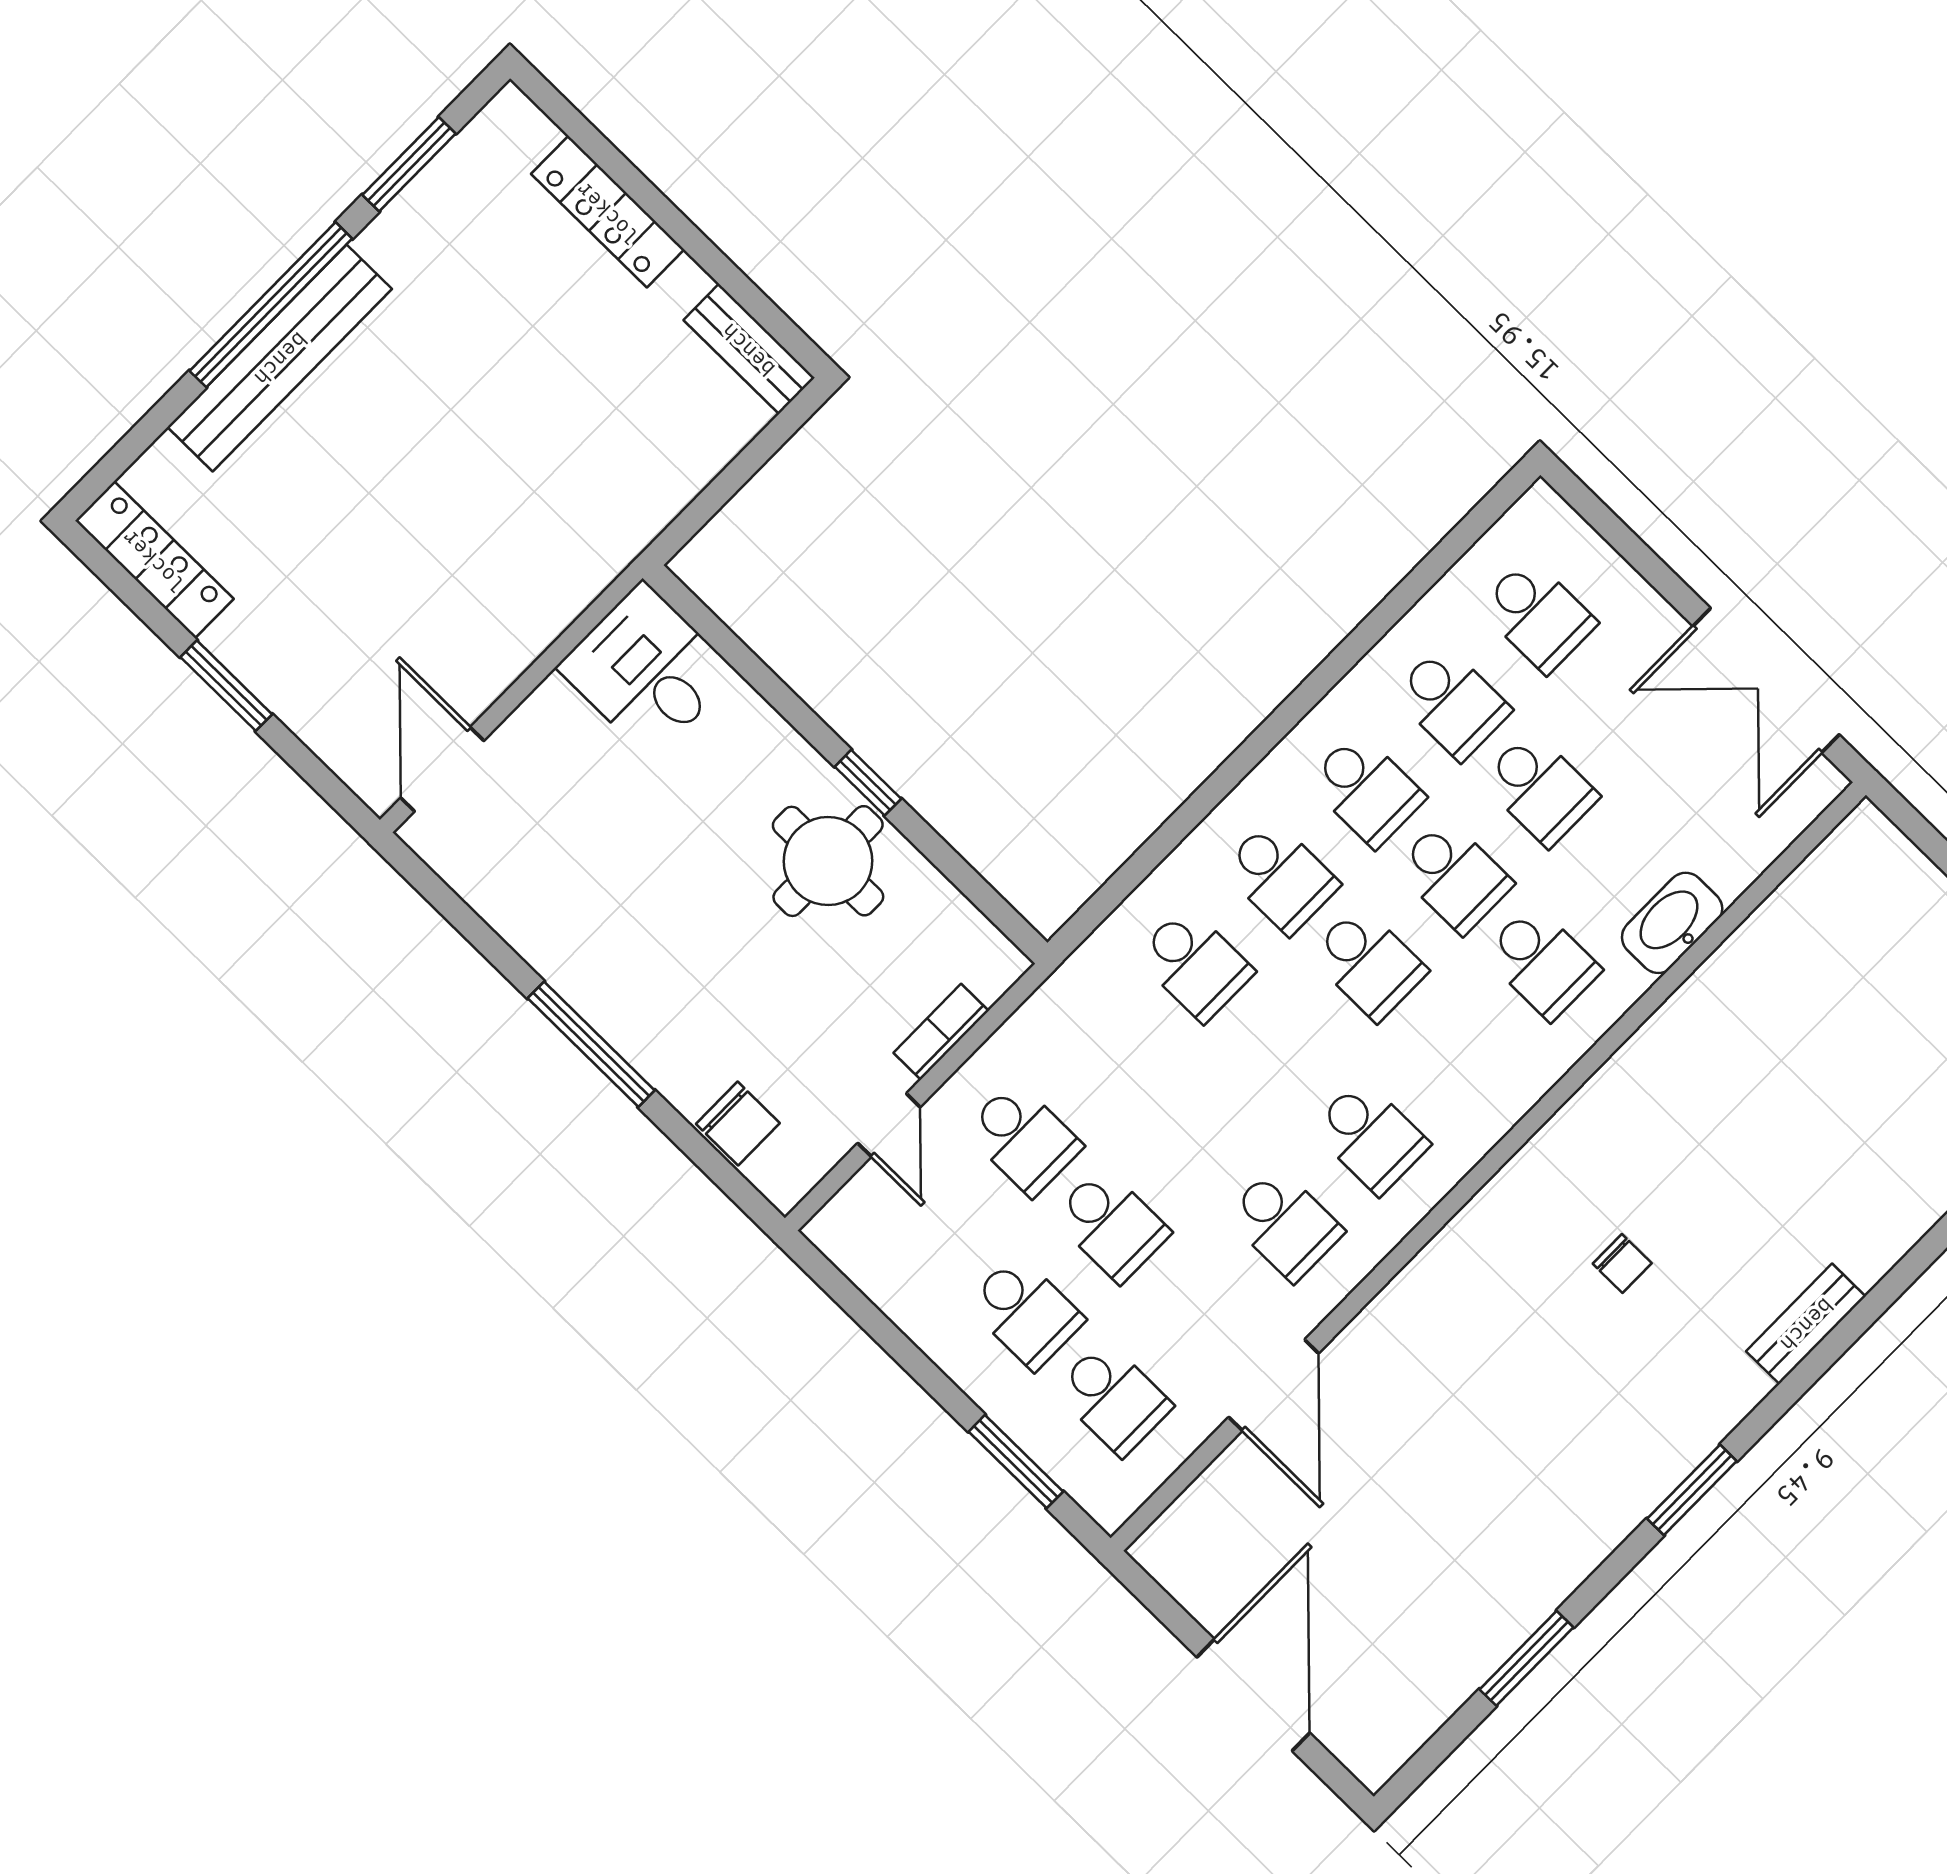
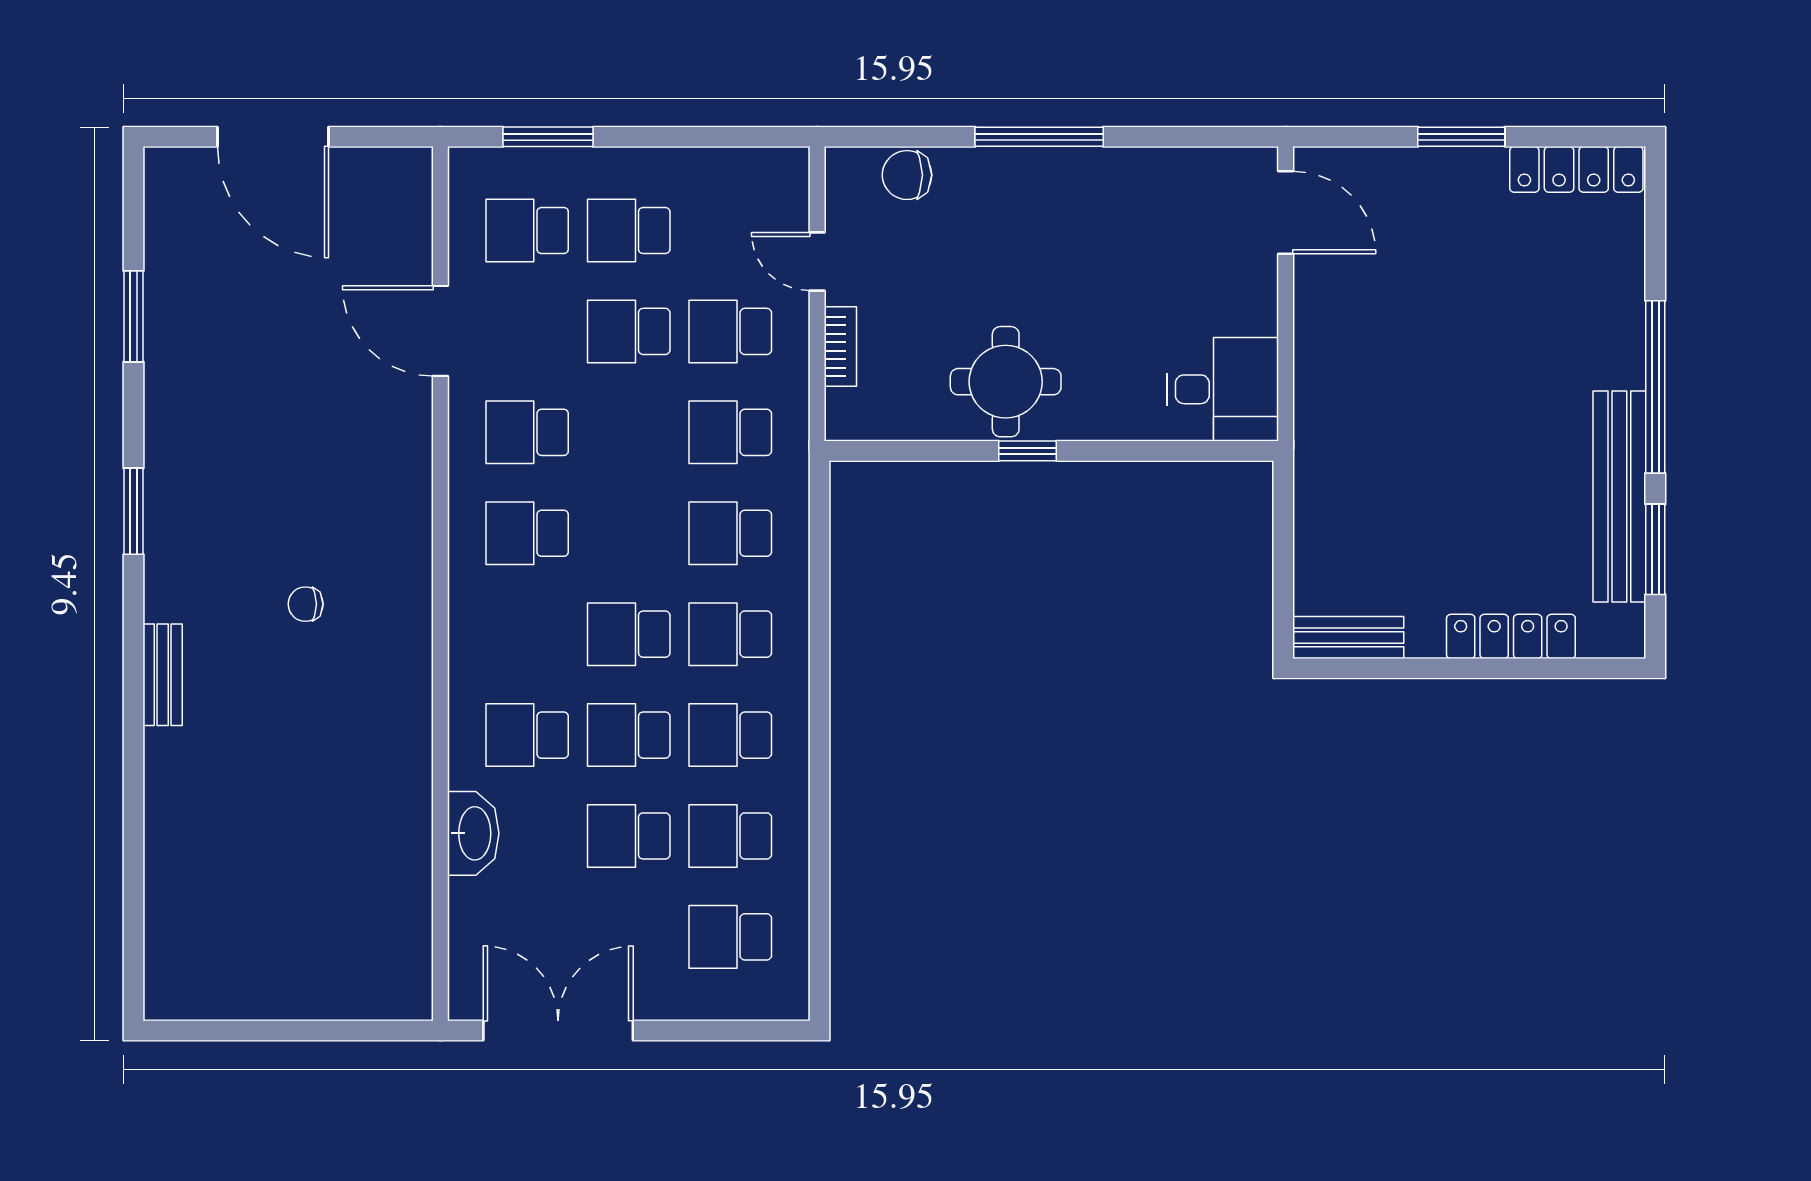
bench: (280, 358) -> (1619, 496), moved
school desk: (1109, 1051) -> (730, 432), added

